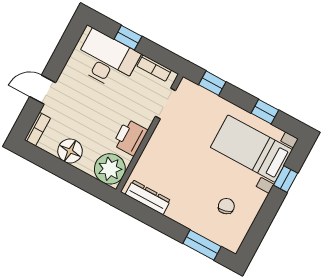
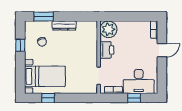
window: (212, 83) -> (81, 98), removed
floor lamp: (70, 151) -> (132, 28), removed
window: (286, 179) -> (20, 45), moved
dresser: (148, 197) -> (64, 25), moved

